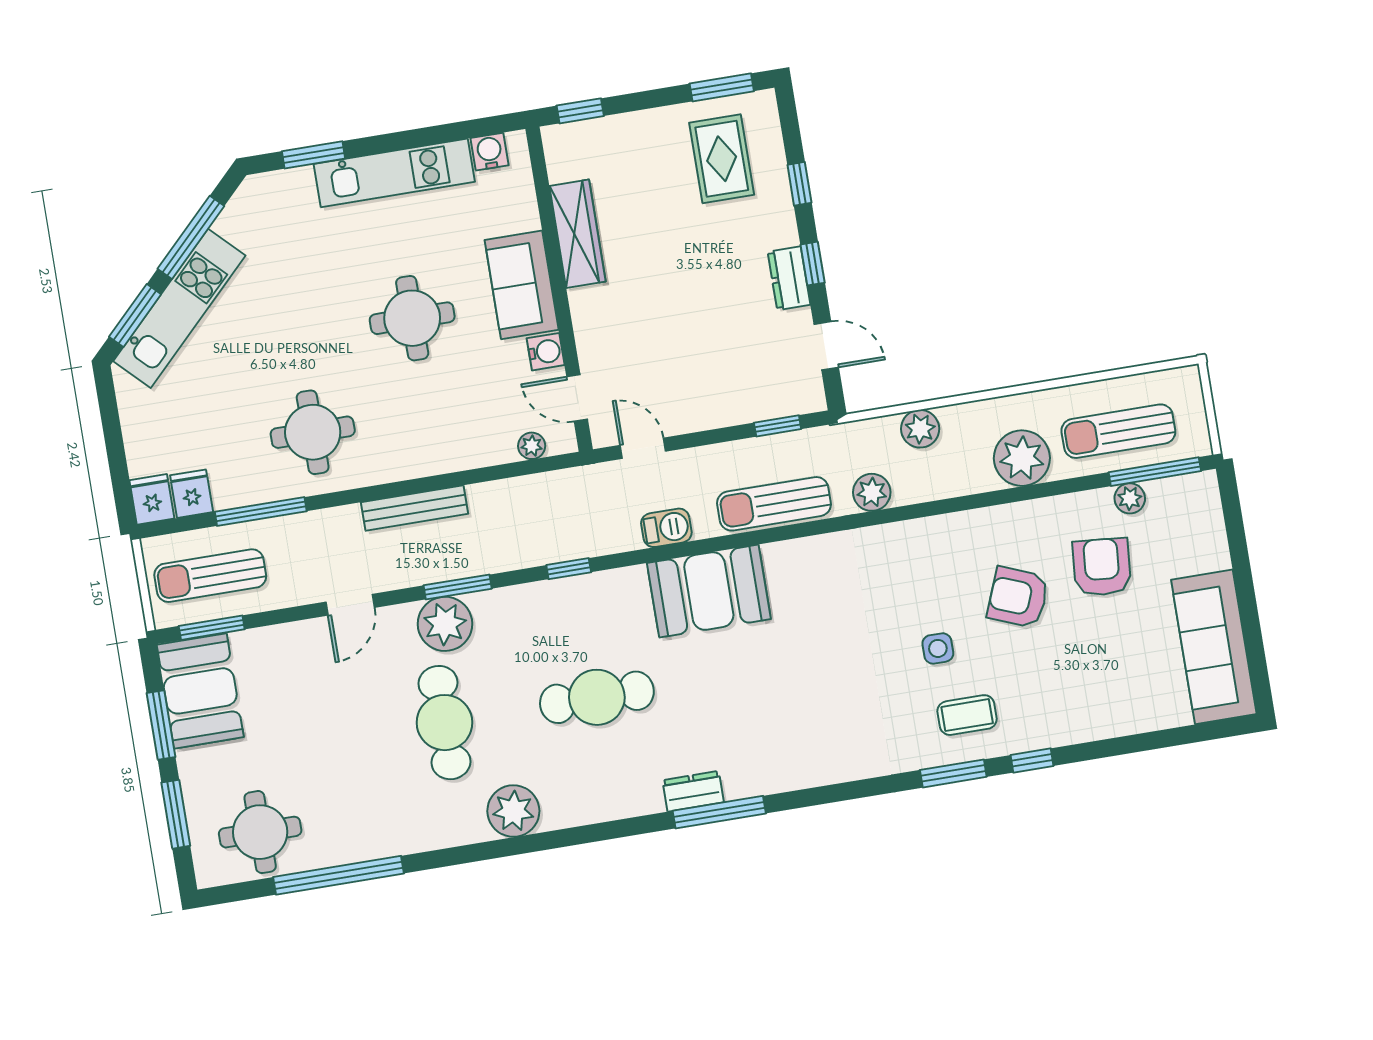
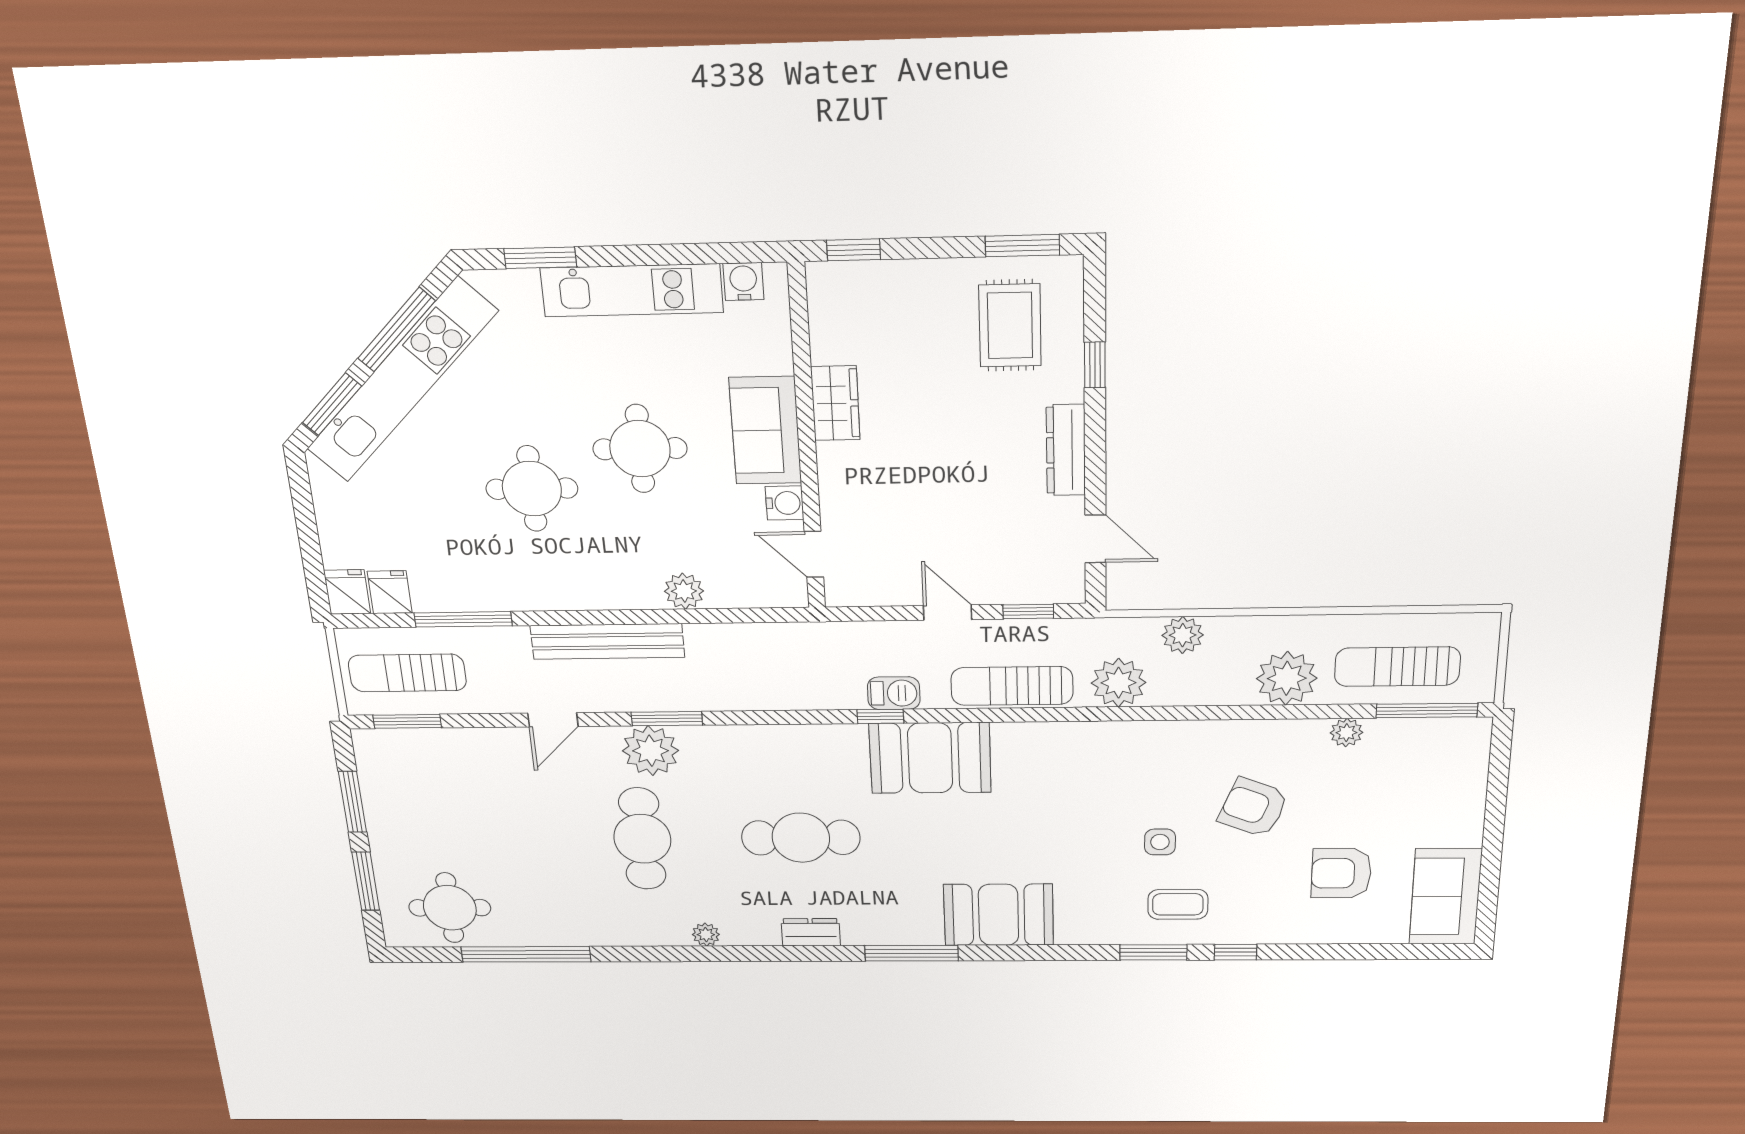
wardrobe: (577, 234) -> (835, 403), width x0.67
window: (813, 264) -> (1095, 452), removed
dresser: (789, 278) -> (1066, 450), width x1.44
kitchen unit: (179, 308) -> (401, 381), width x1.36
round table: (313, 432) -> (532, 489), moved
plant: (532, 446) -> (684, 591), moved, width x1.38, depth x1.38
door: (643, 448) -> (948, 613), moved
plant: (872, 492) -> (1119, 683), width x1.36, depth x1.36
plant: (1130, 498) -> (1346, 733), moved
bench: (414, 508) -> (607, 641), width x1.37, depth x1.21
armchair: (1102, 567) -> (1341, 873), moved, turned -95
window: (569, 569) -> (880, 716), moved
sofa: (1214, 647) -> (1445, 897), width x0.73
booth: (200, 691) -> (999, 915), moved, turned 90
dresser: (693, 791) -> (811, 932), moved
plant: (513, 811) -> (706, 935), width x0.53, depth x0.53

